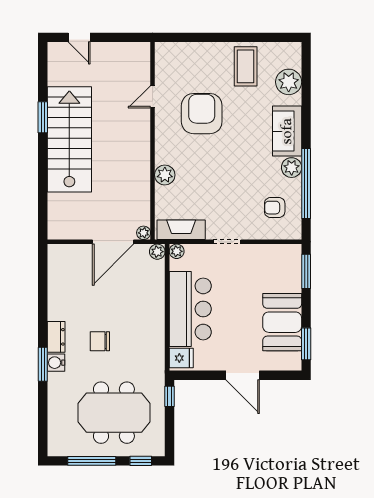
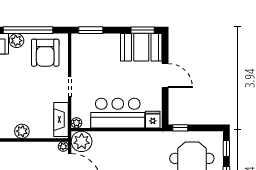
armchair: (275, 208) -> (45, 53), width x1.88, depth x1.88
plant: (157, 252) -> (82, 141), width x1.87, depth x1.87
booth: (282, 322) -> (141, 47), moved
door: (243, 375) -> (165, 76), hinge flipped

